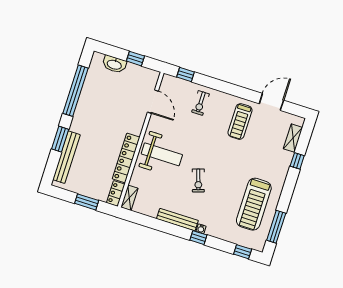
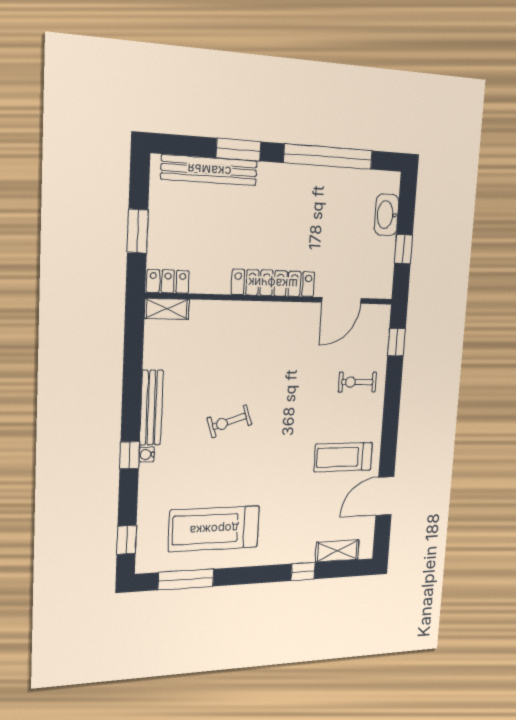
door: (271, 102) -> (385, 496), swing flipped
weight bench: (162, 154) -> (258, 344), removed
locker: (126, 158) -> (273, 283), moved

